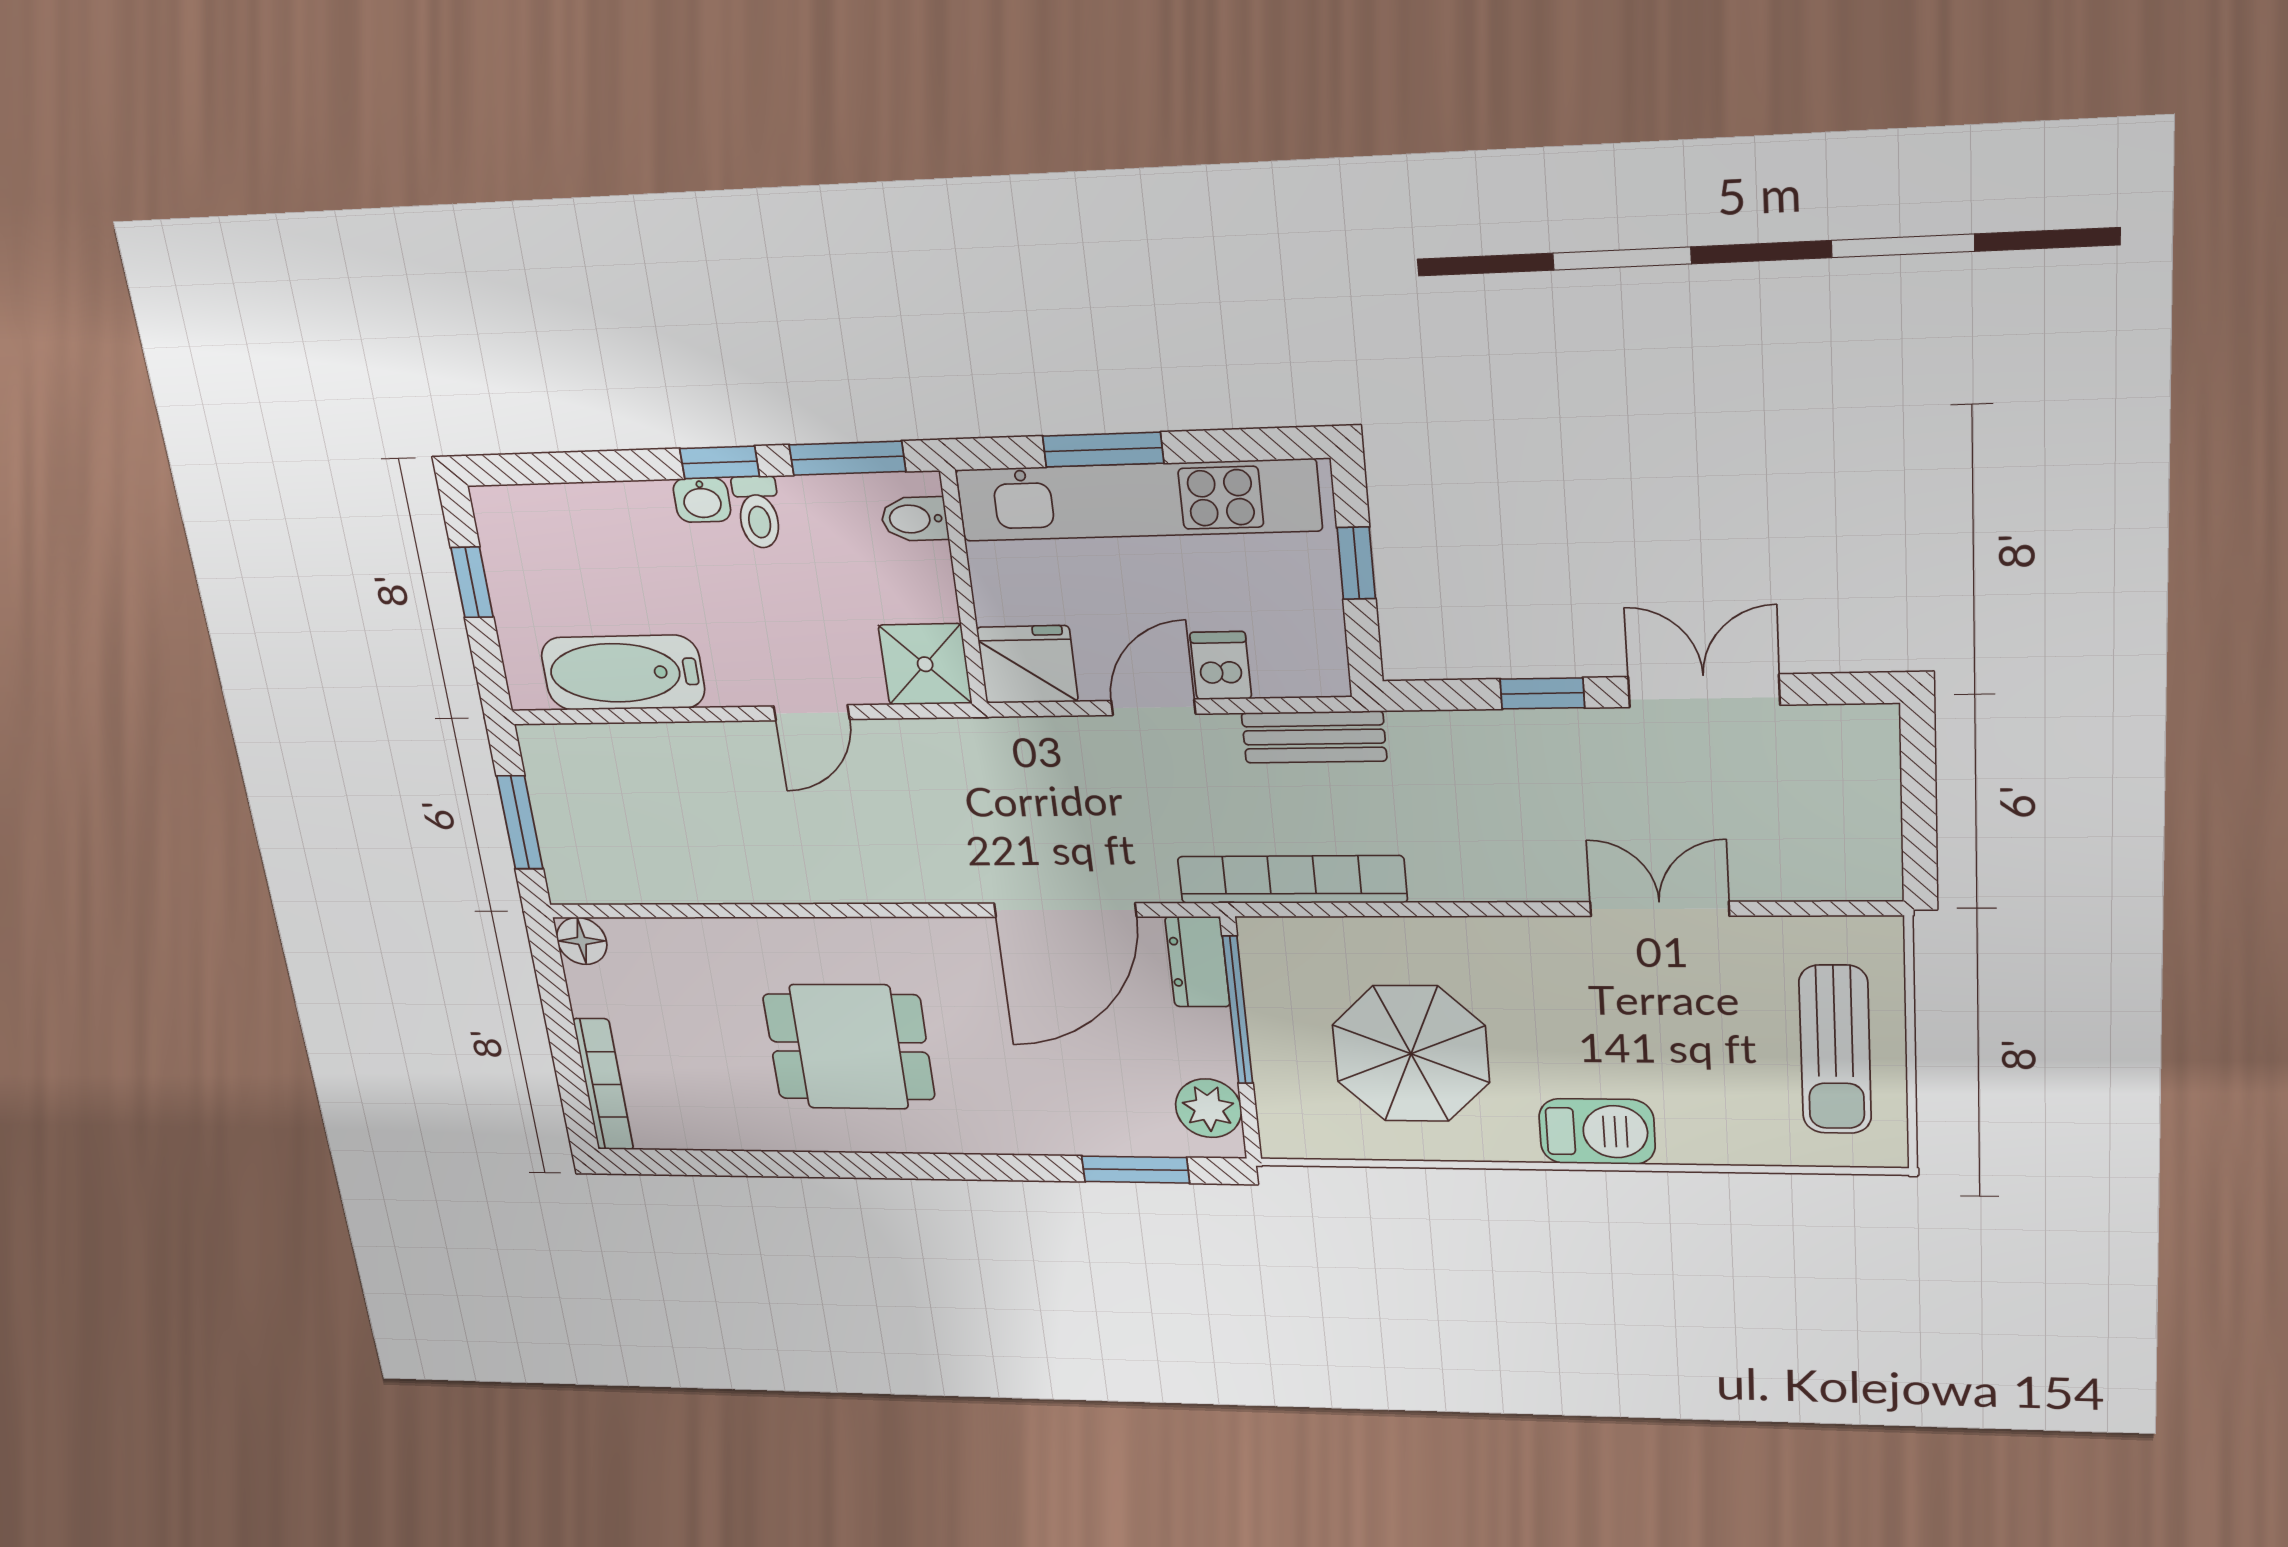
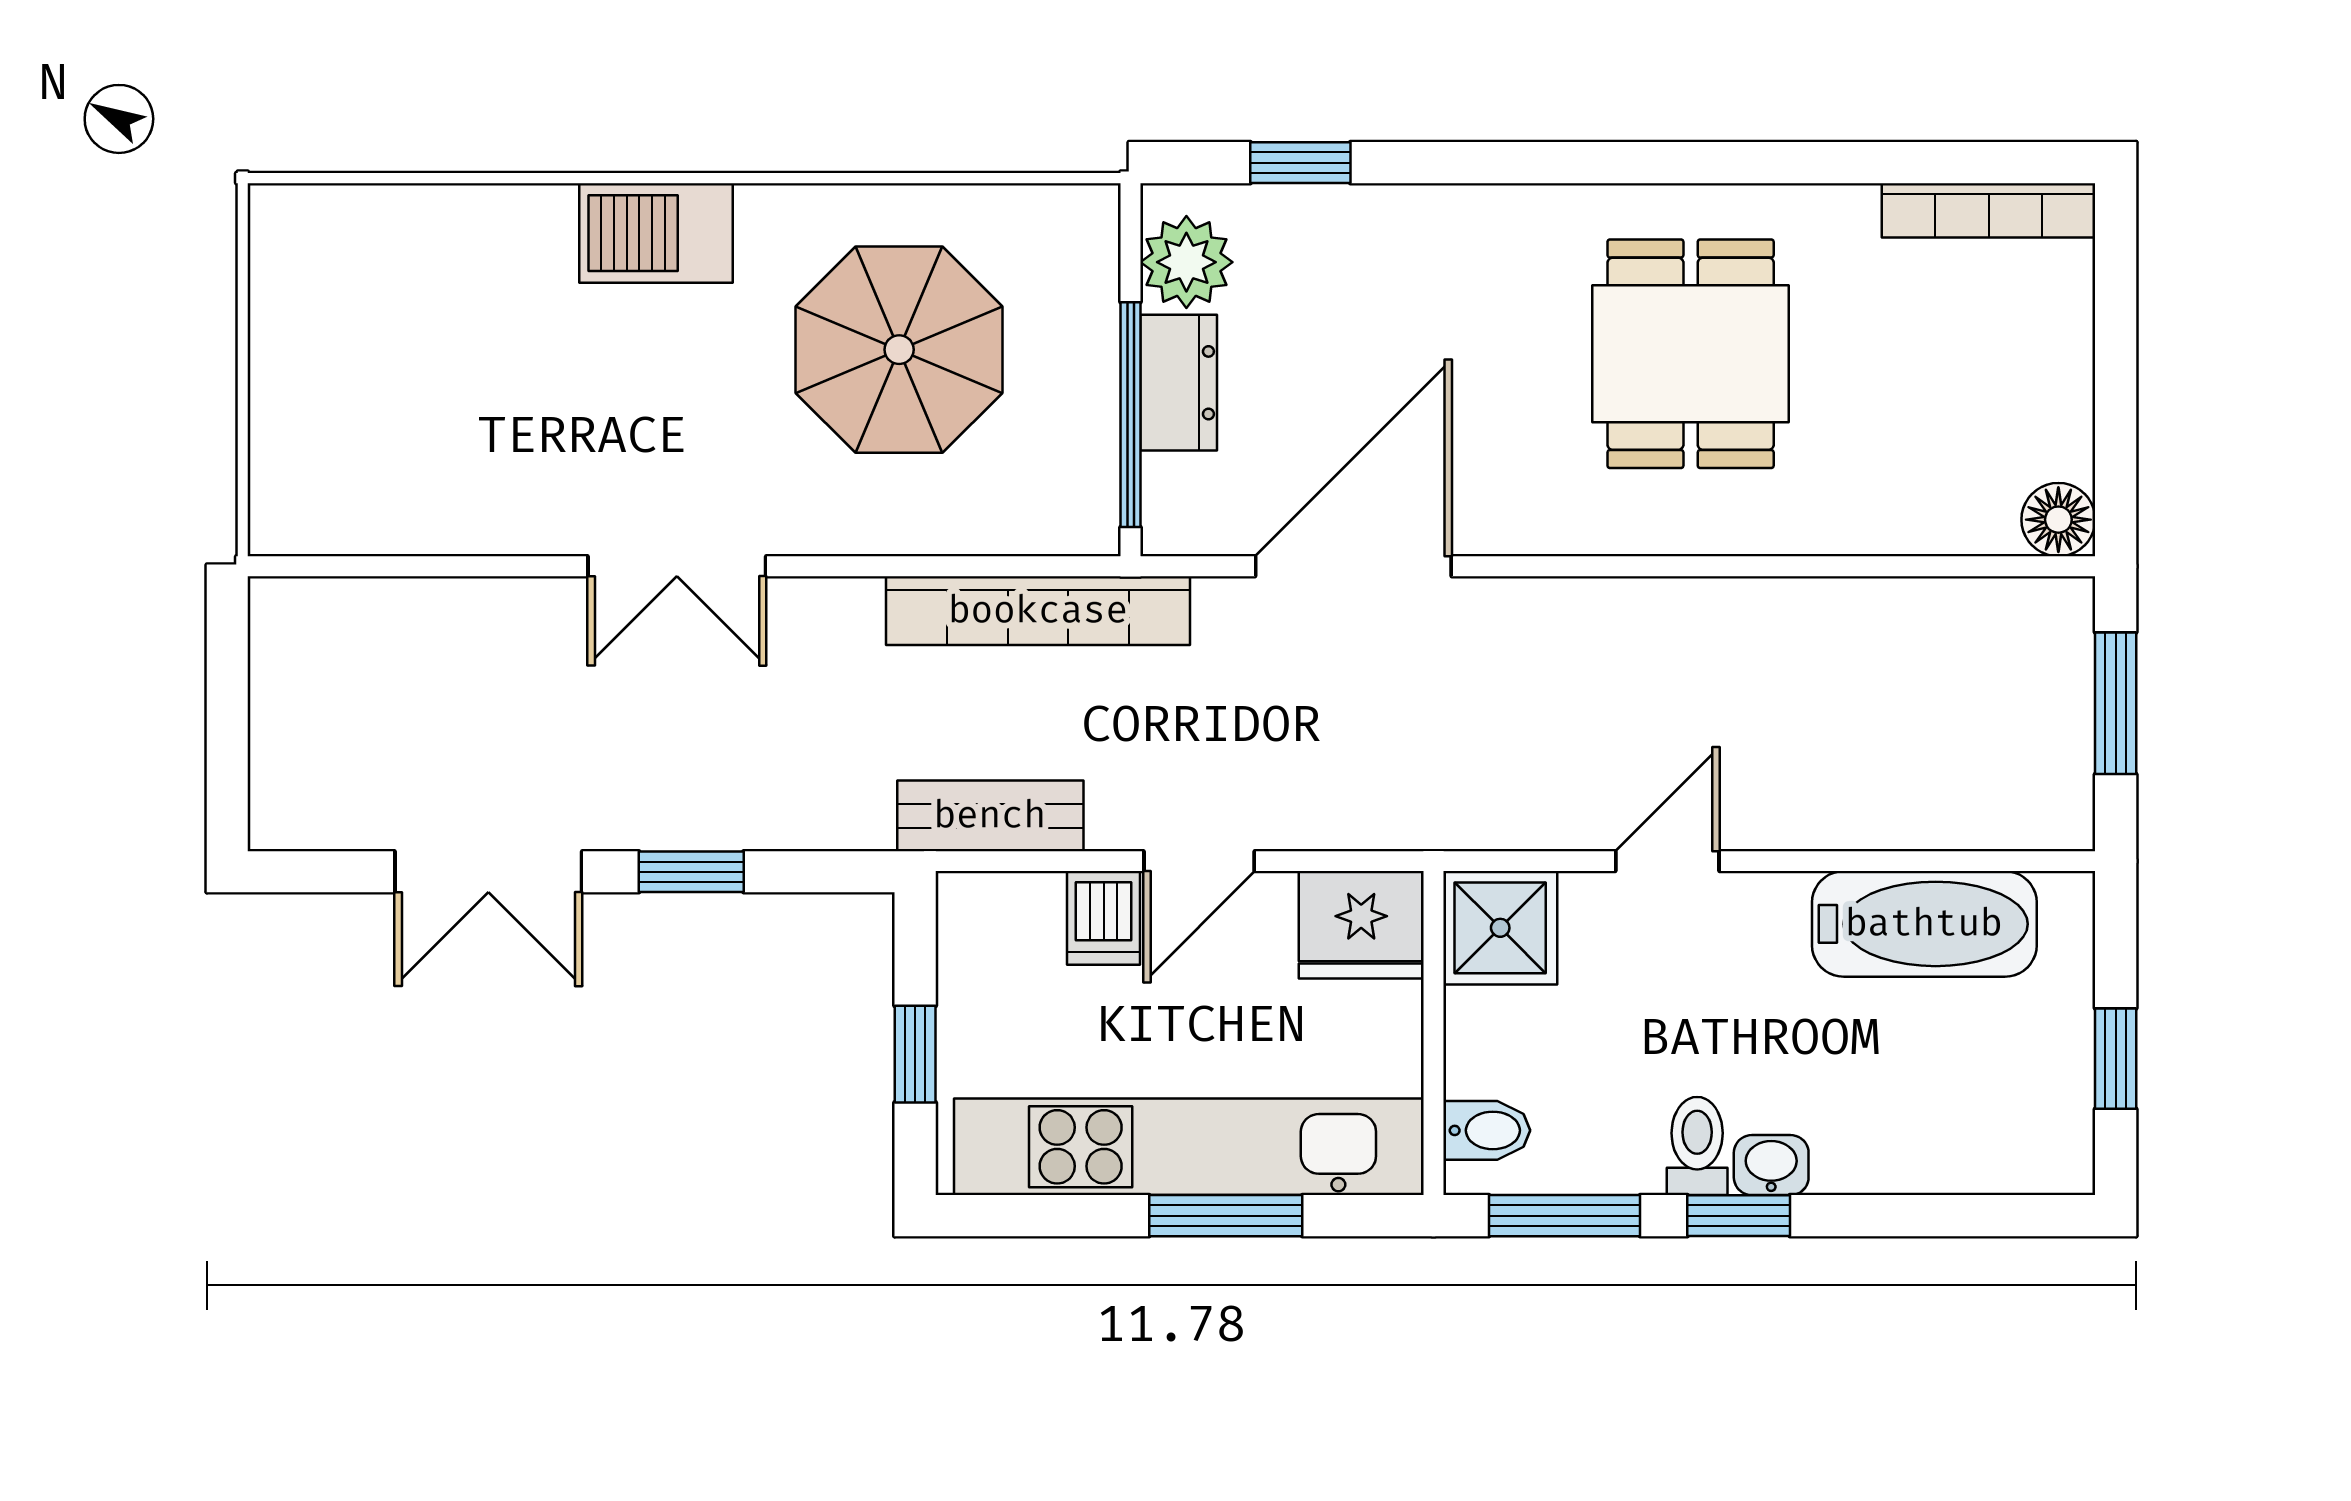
double door: (1659, 909) -> (677, 566), moved
dresser: (1198, 962) -> (1179, 383), moved
dining table: (849, 1047) -> (1691, 354), turned 90
sun lounger: (1835, 1050) -> (339, 360), removed
bookcase: (603, 1084) -> (1989, 210), moved, turned -90
window: (1136, 1170) -> (1300, 163), width x0.67

